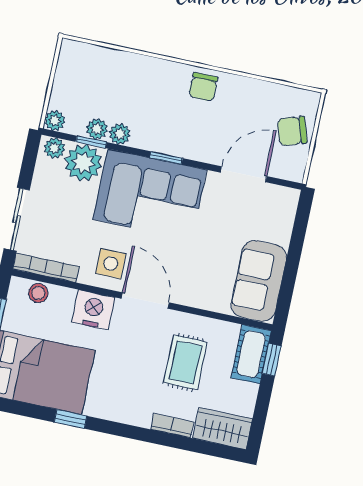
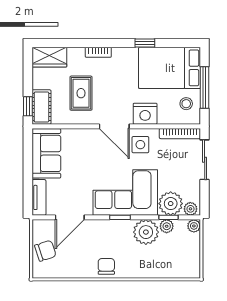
plant: (120, 134) -> (146, 232), width x1.88, depth x1.88
tv unit: (285, 215) -> (39, 197), added
stool: (38, 293) -> (186, 104), moved
bookcase: (172, 426) -> (98, 52), moved

